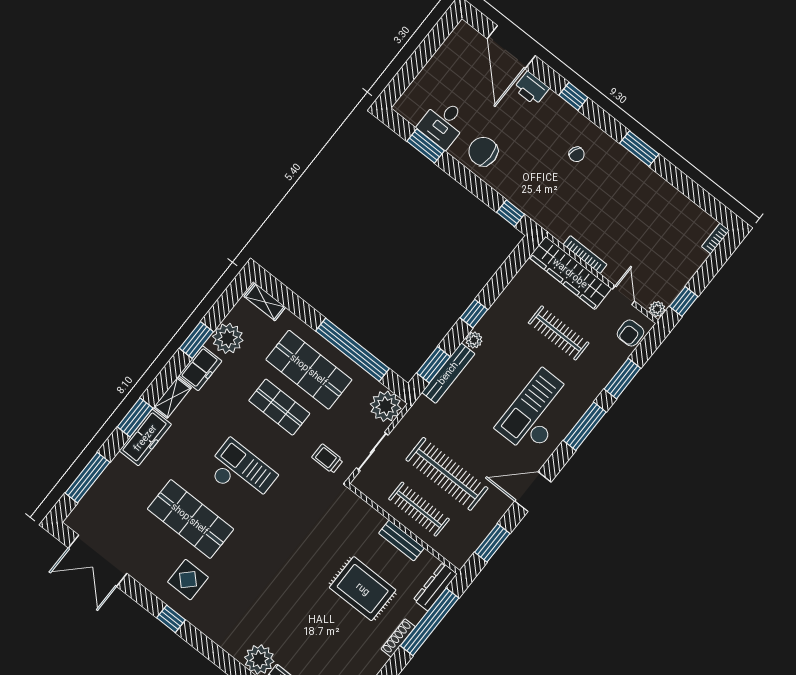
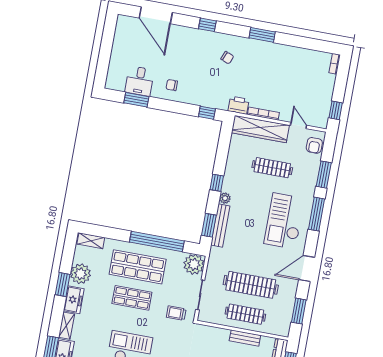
printer: (531, 88) -> (238, 105), moved, turned 180
chair: (483, 151) -> (172, 85), width x0.54, depth x0.54
plant: (657, 309) -> (322, 123), removed

